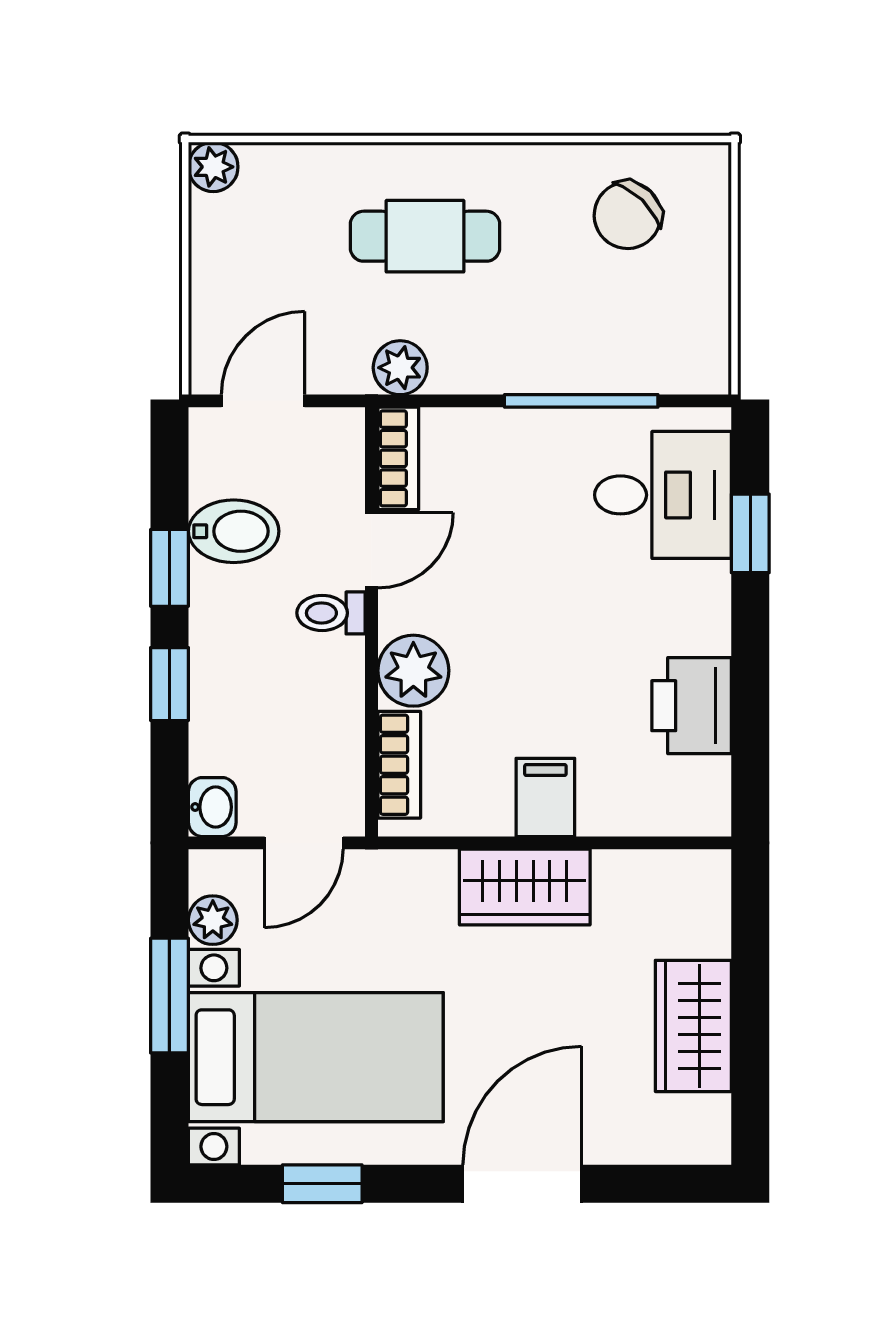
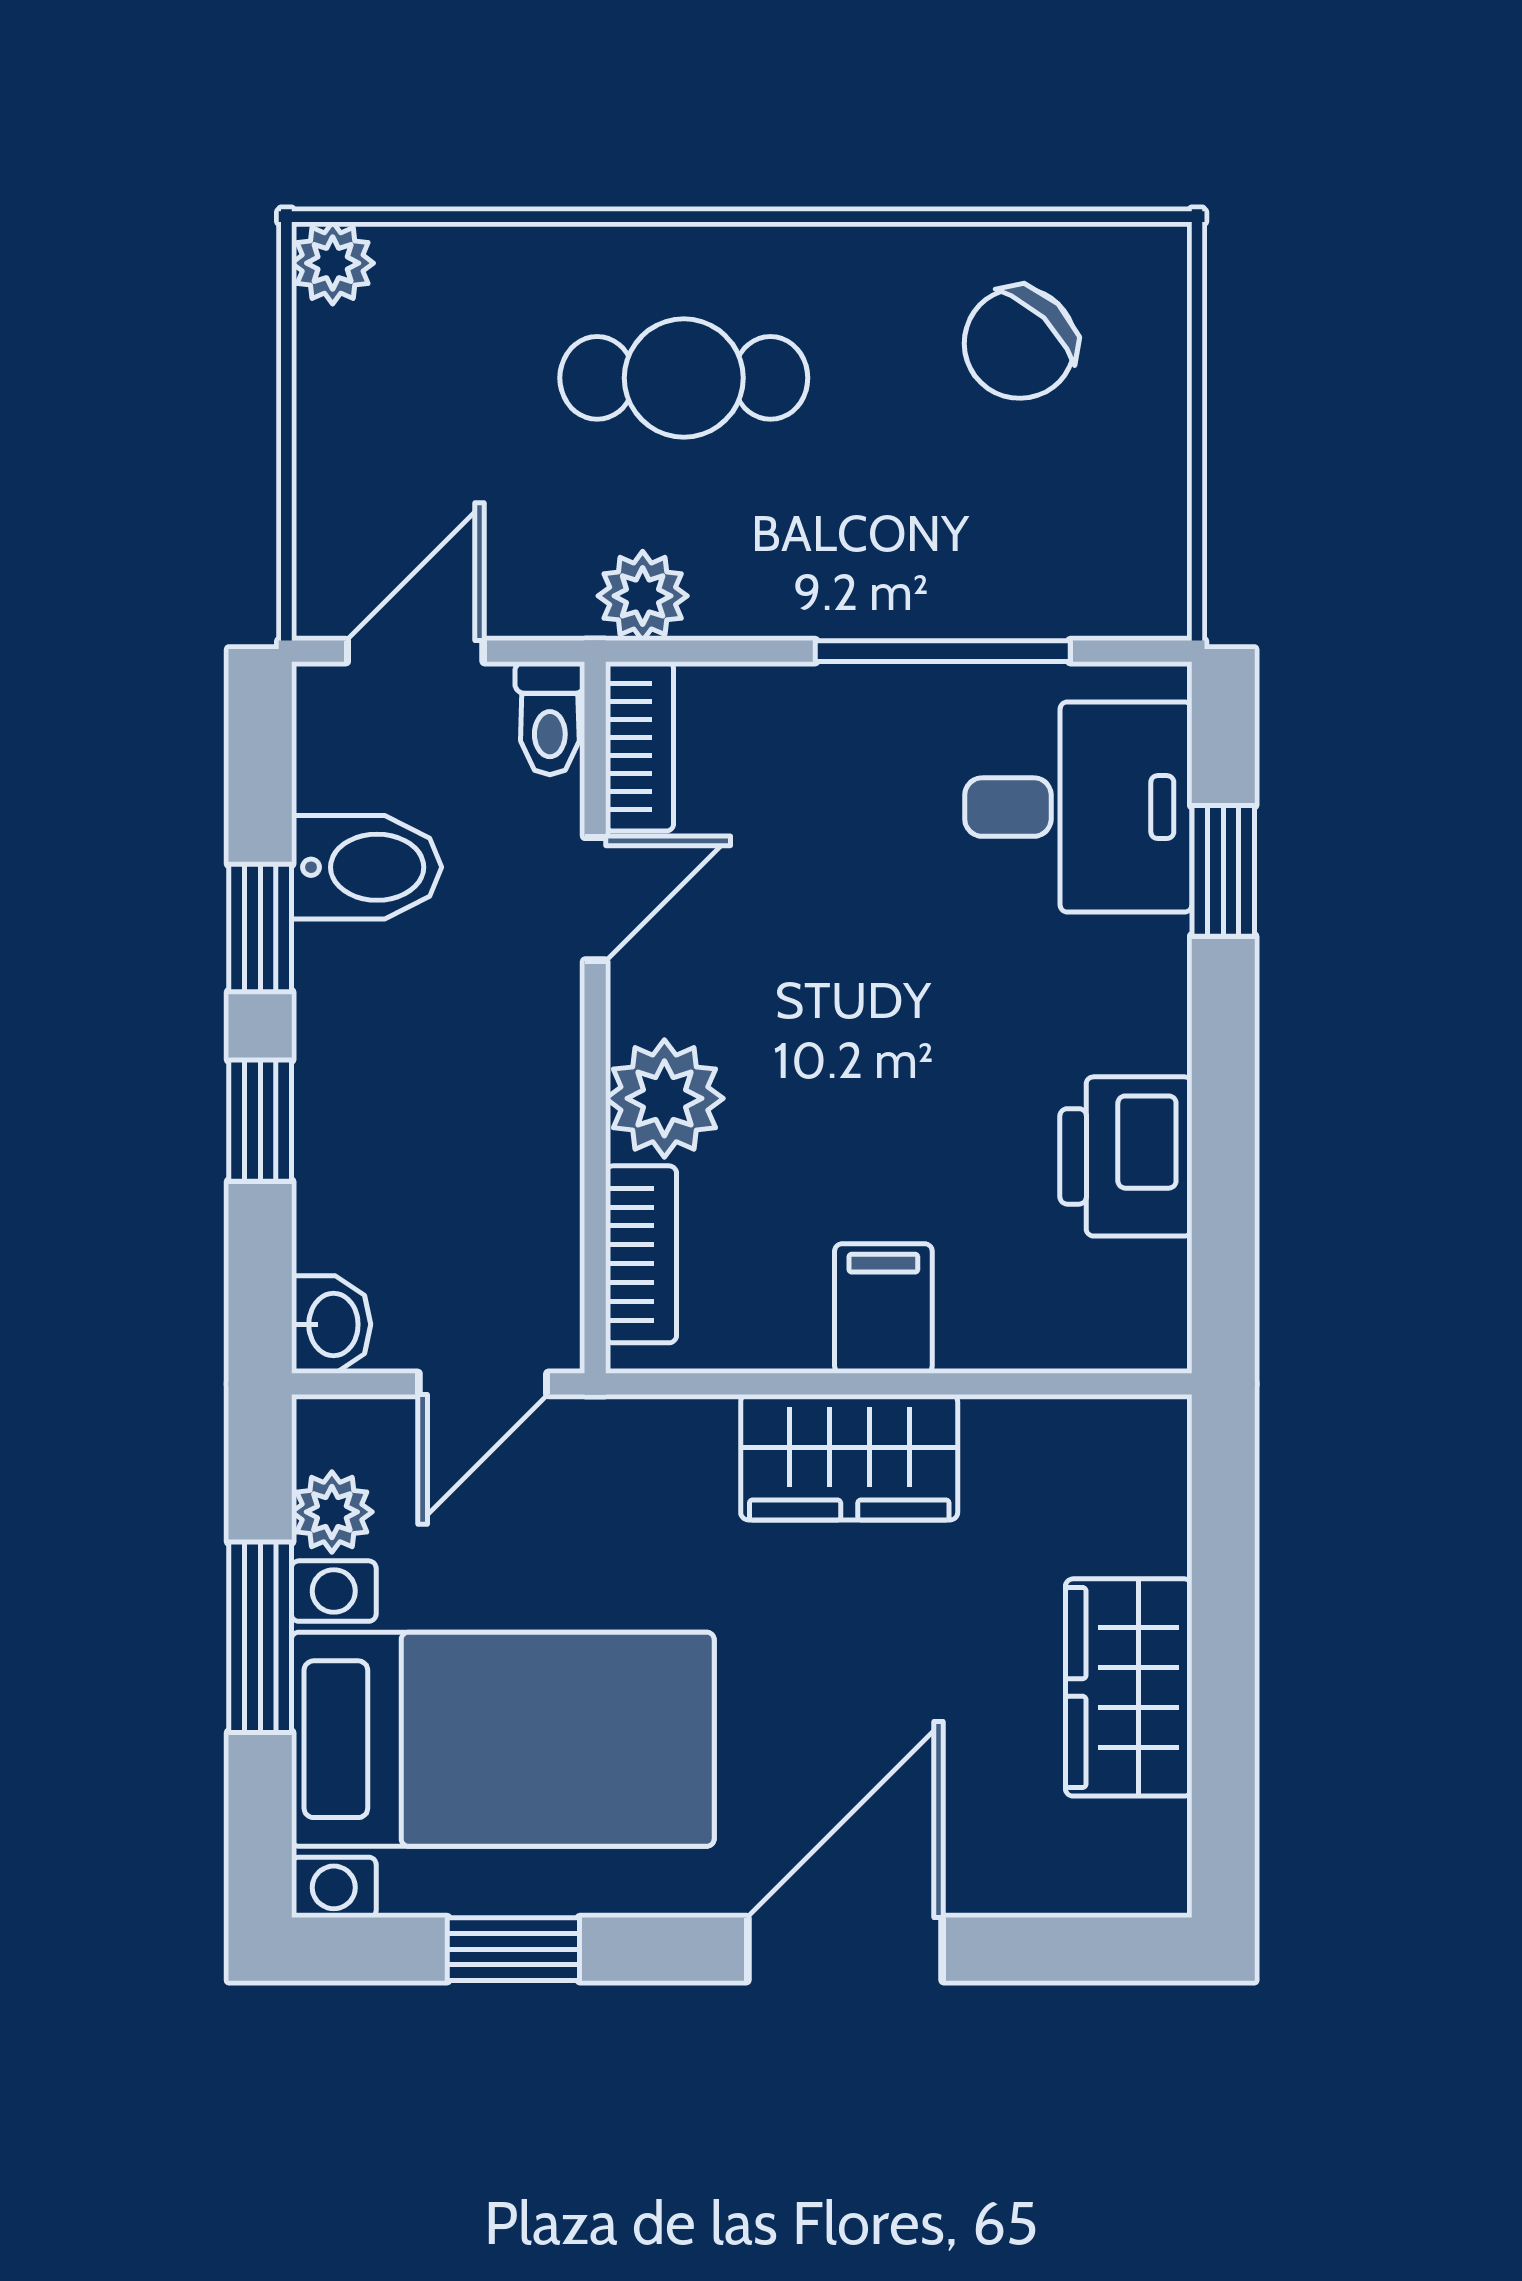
toilet: (331, 613) -> (550, 718), moved, turned -90

